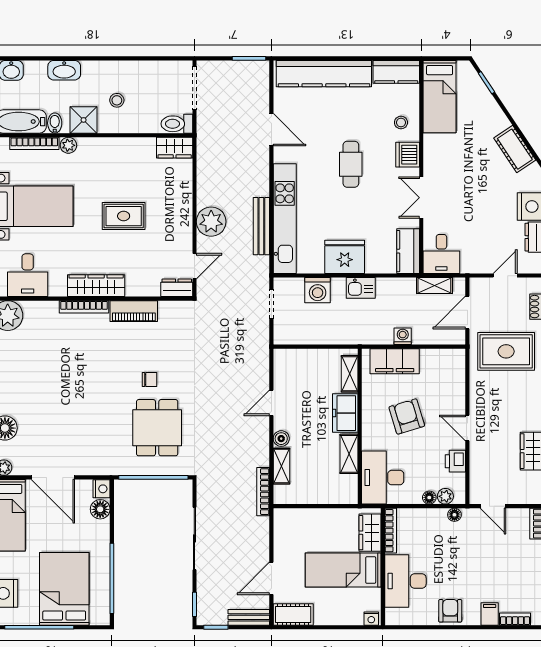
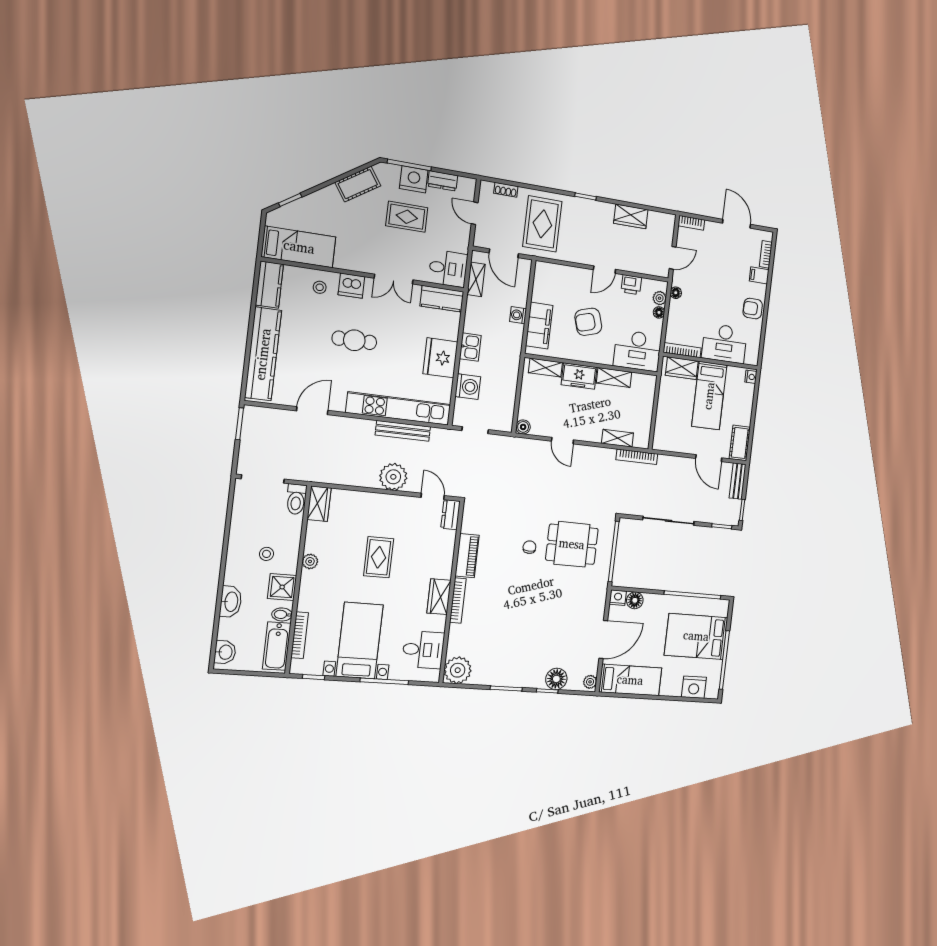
plant: (68, 145) -> (310, 561), moved
rug: (489, 204) -> (407, 217), added
wardrobe: (96, 286) -> (439, 597), width x0.67
boiler: (281, 439) -> (523, 427), moved

